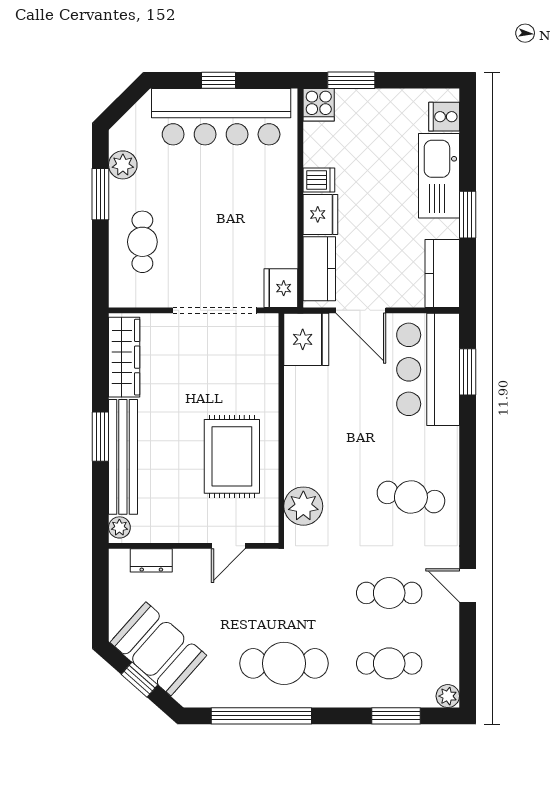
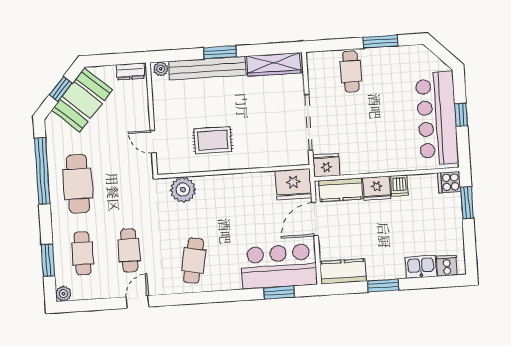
plant: (123, 165) -> (401, 55), removed
kitchen sink: (439, 176) -> (421, 267), width x0.53, depth x0.81
cafe table: (142, 242) -> (351, 71), turned 90
rug: (232, 456) -> (213, 140), width x0.73, depth x0.70
dresser: (151, 560) -> (130, 71), moved, turned -90

